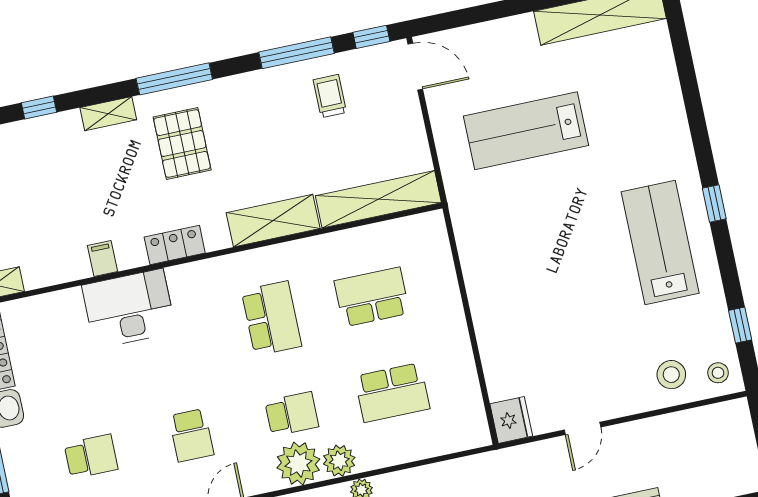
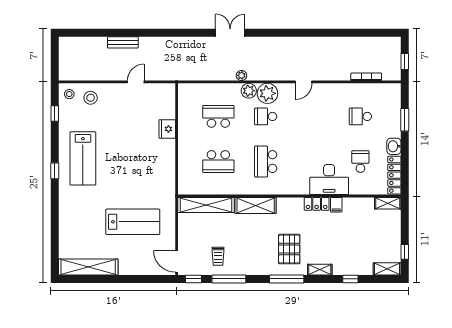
locker: (175, 245) -> (317, 204), moved
fridge: (511, 420) -> (167, 129), moved
school desk: (191, 435) -> (360, 162), moved

